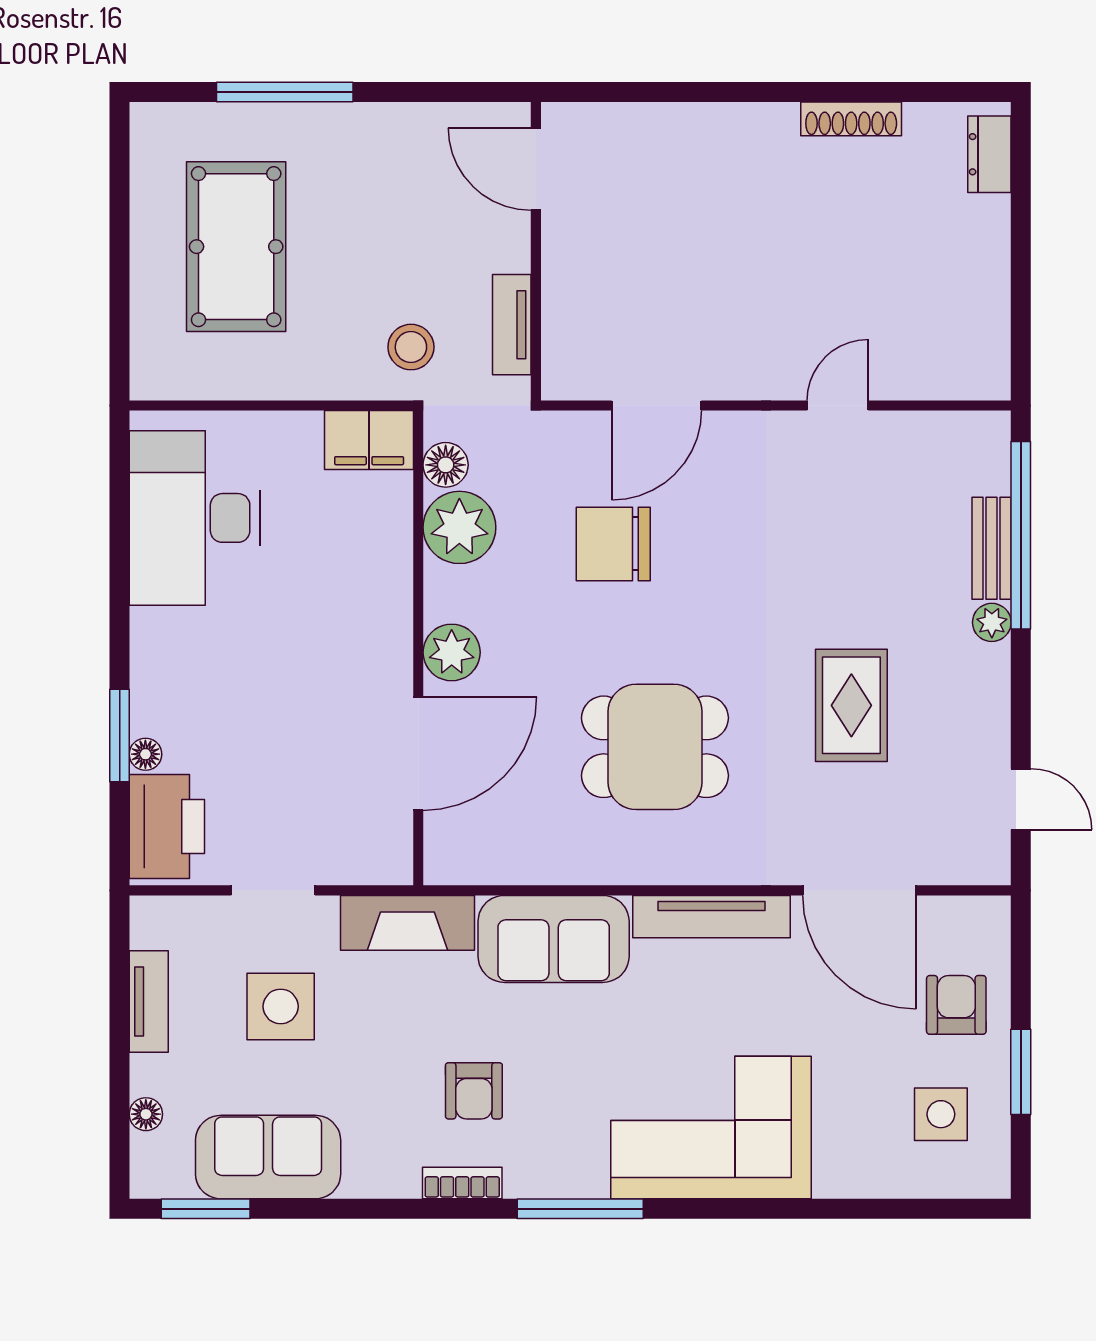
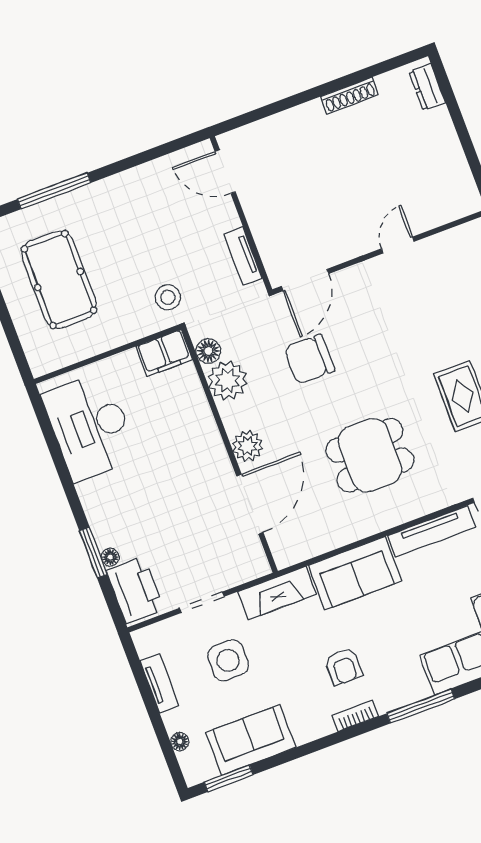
door: (536, 169) -> (225, 172), moved
wall: (536, 251) -> (241, 214), moved
tv unit: (512, 325) -> (243, 256), moved

